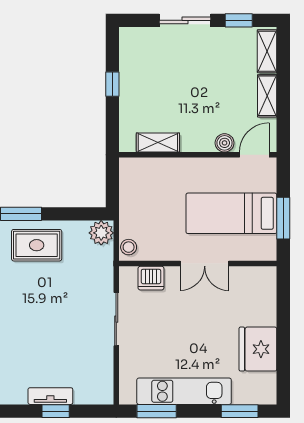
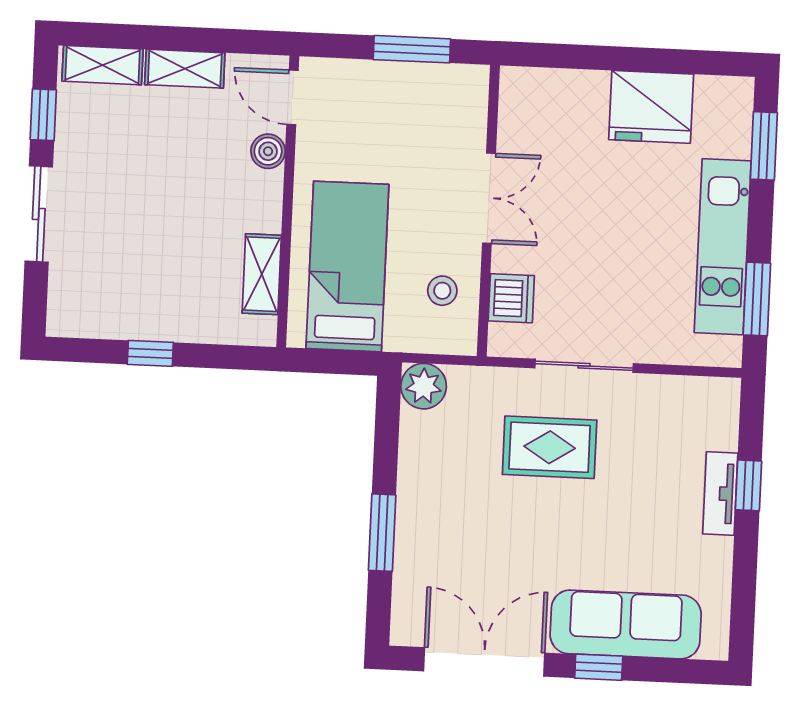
bed: (231, 213) -> (347, 266), moved, turned 180
rug: (37, 245) -> (550, 447), moved, turned 90
stool: (129, 247) -> (442, 291), moved

